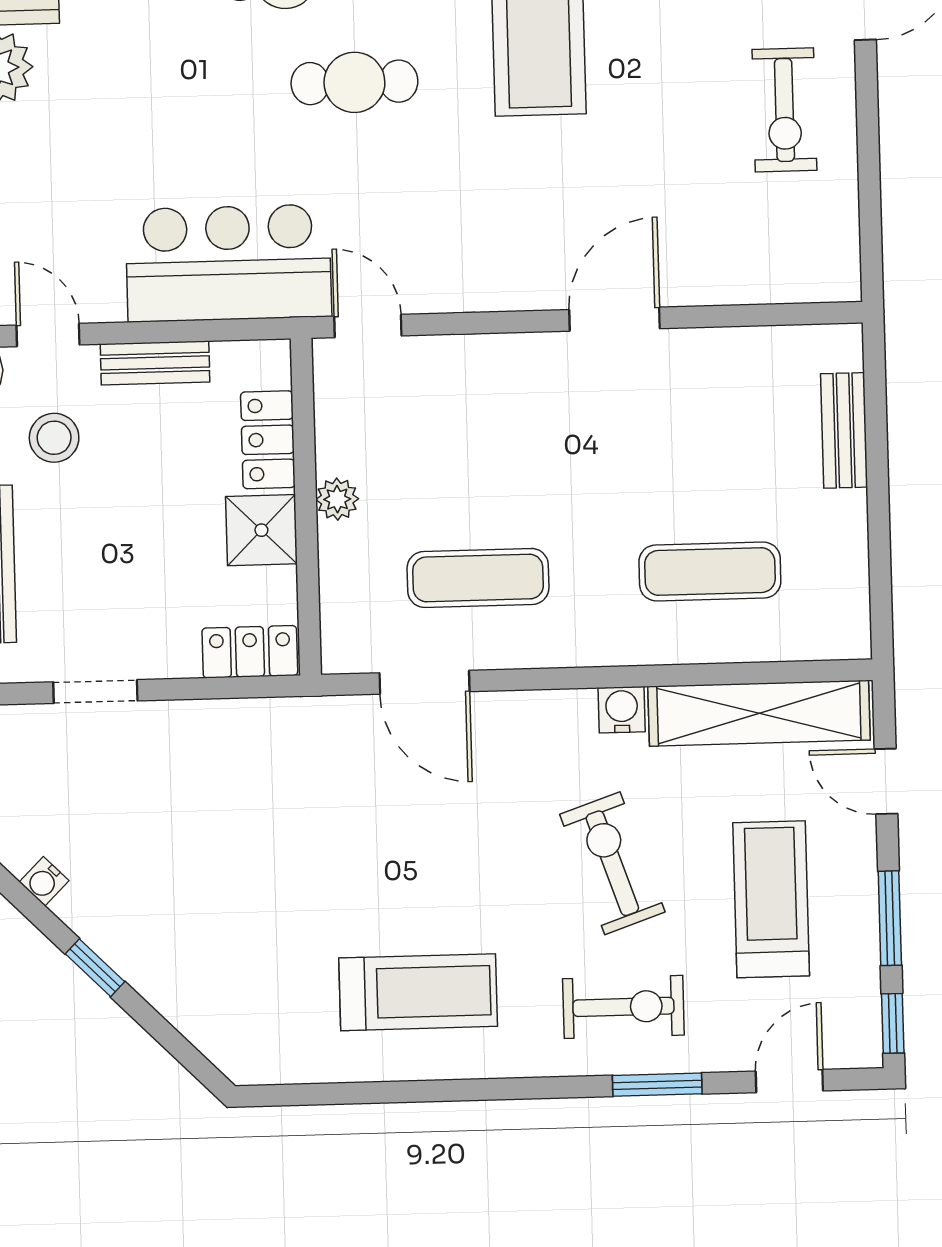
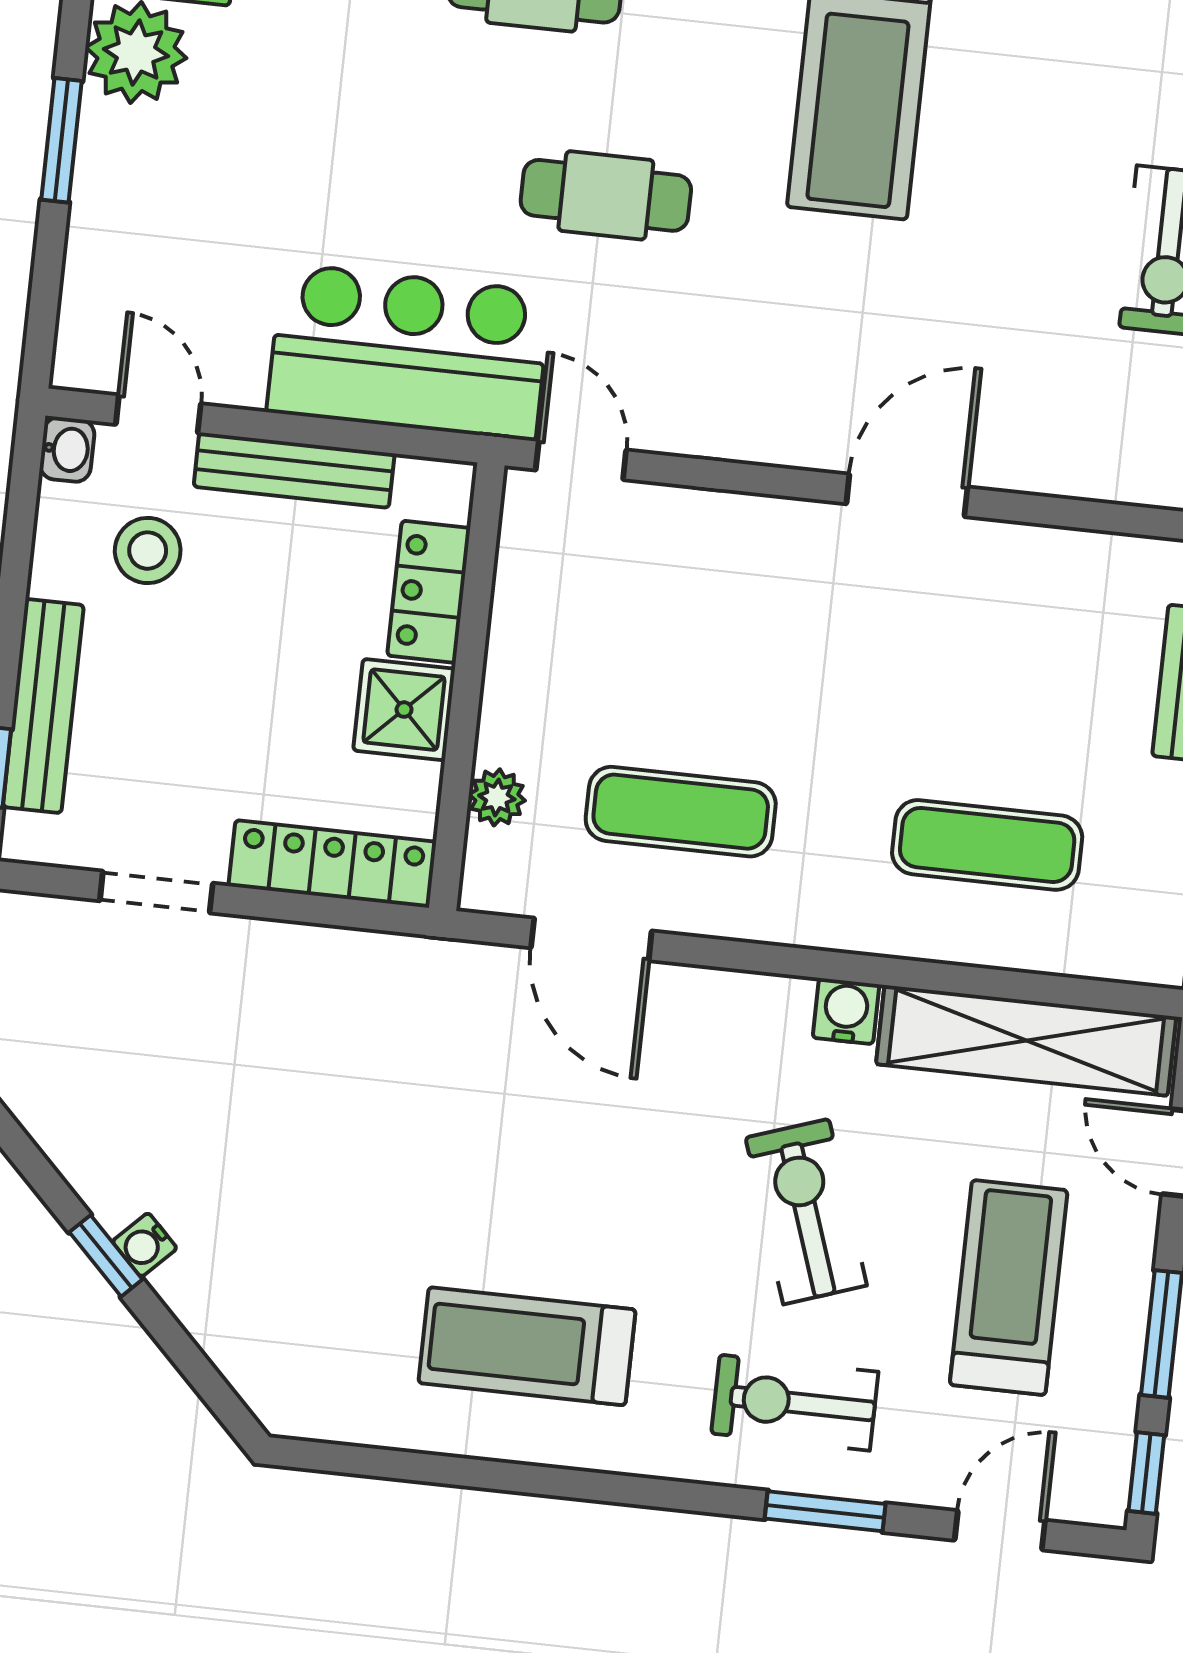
cafe table: (354, 82) -> (606, 195), moved
bench: (155, 363) -> (294, 470), width x1.36
plant: (337, 499) -> (497, 797), moved
locker: (250, 652) -> (332, 864), width x1.53
water cooler: (44, 881) -> (145, 1245), moved
treadmill: (418, 992) -> (527, 1346), turned 180
exercise bike: (623, 1007) -> (795, 1403), turned 180

